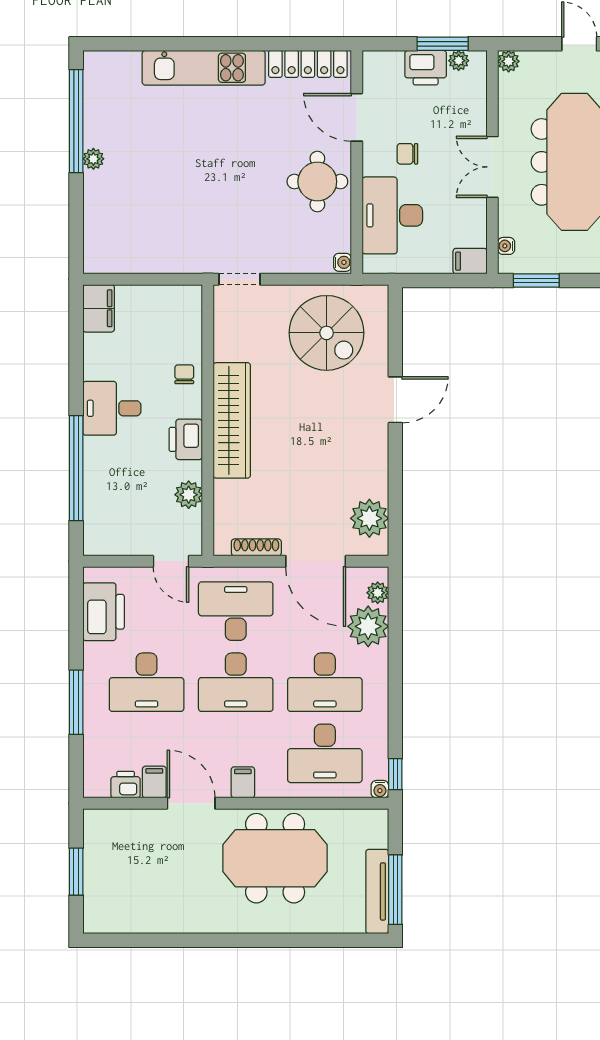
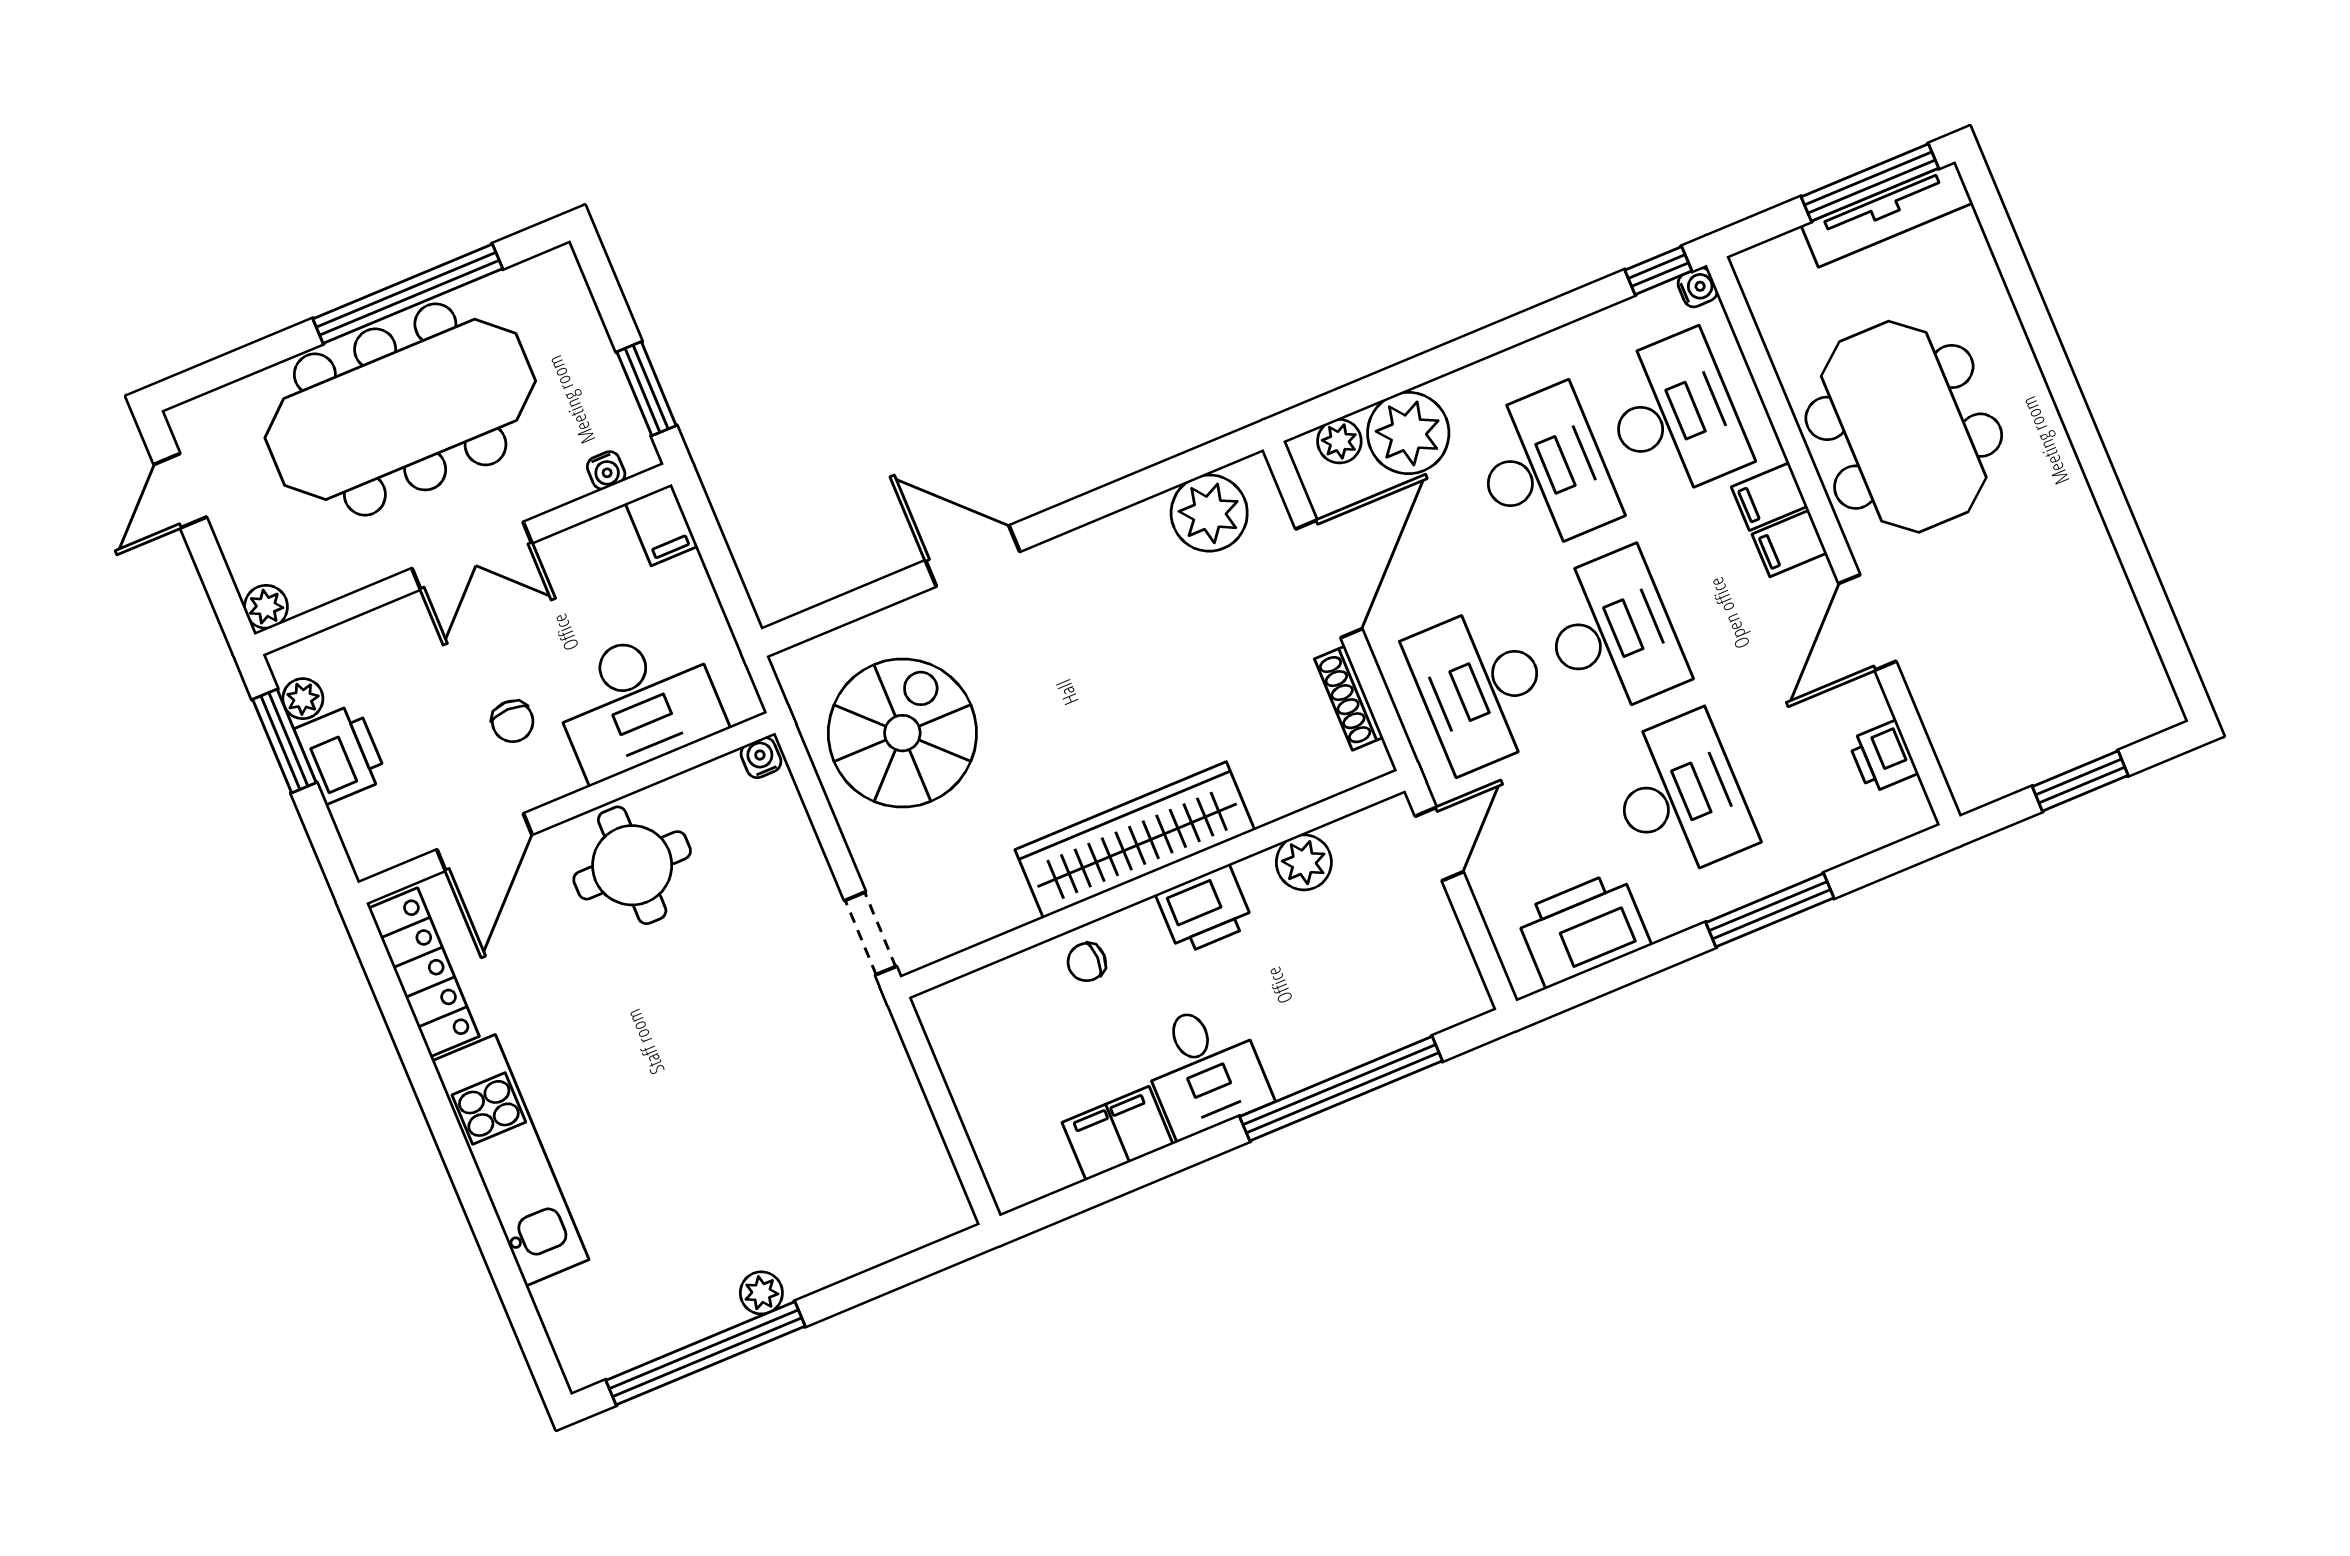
filing cabinet: (99, 308) -> (1118, 1133), moved
filing cabinet: (154, 782) -> (1769, 497), moved

